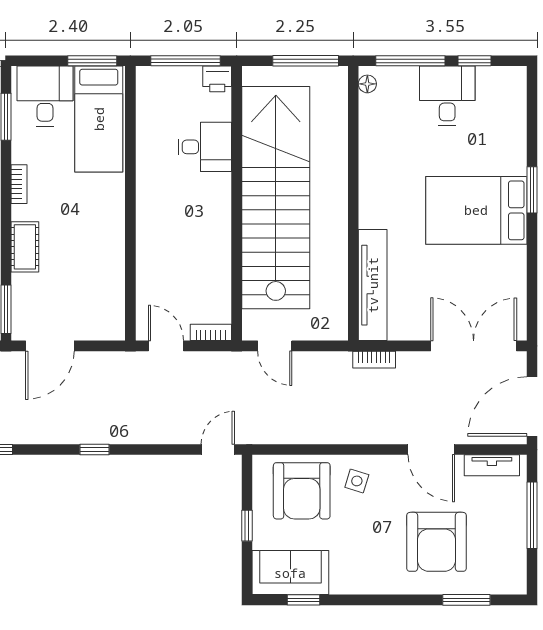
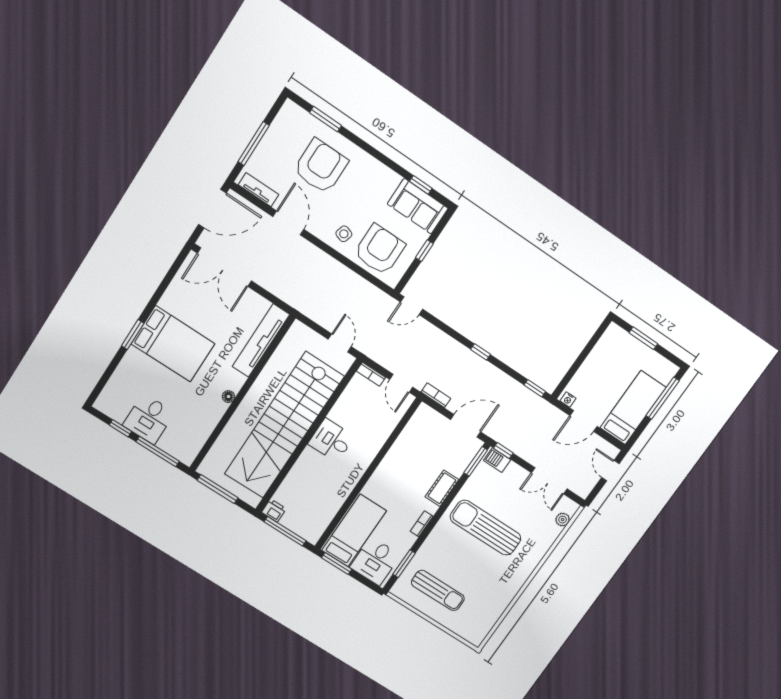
floor lamp: (367, 84) -> (228, 397), moved
desk: (205, 147) -> (331, 440), moved
bookcase: (374, 360) -> (436, 395), moved

